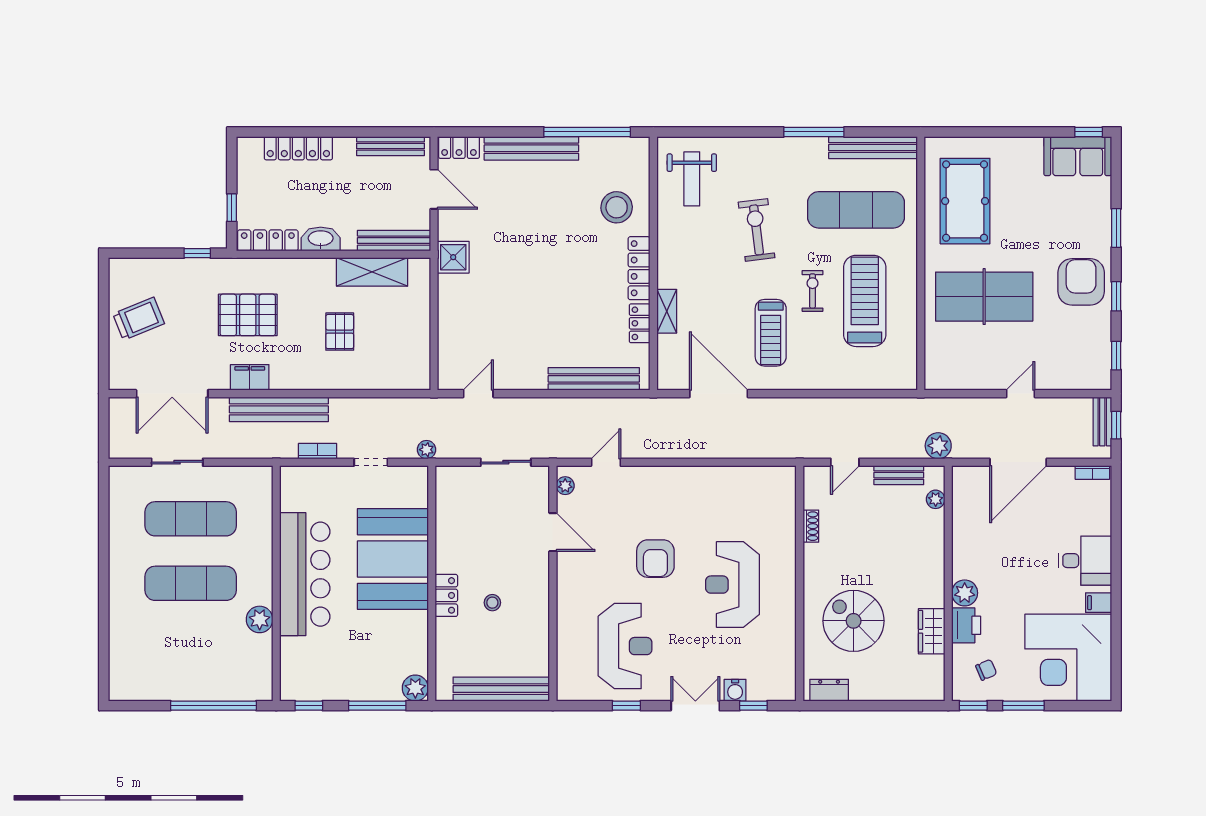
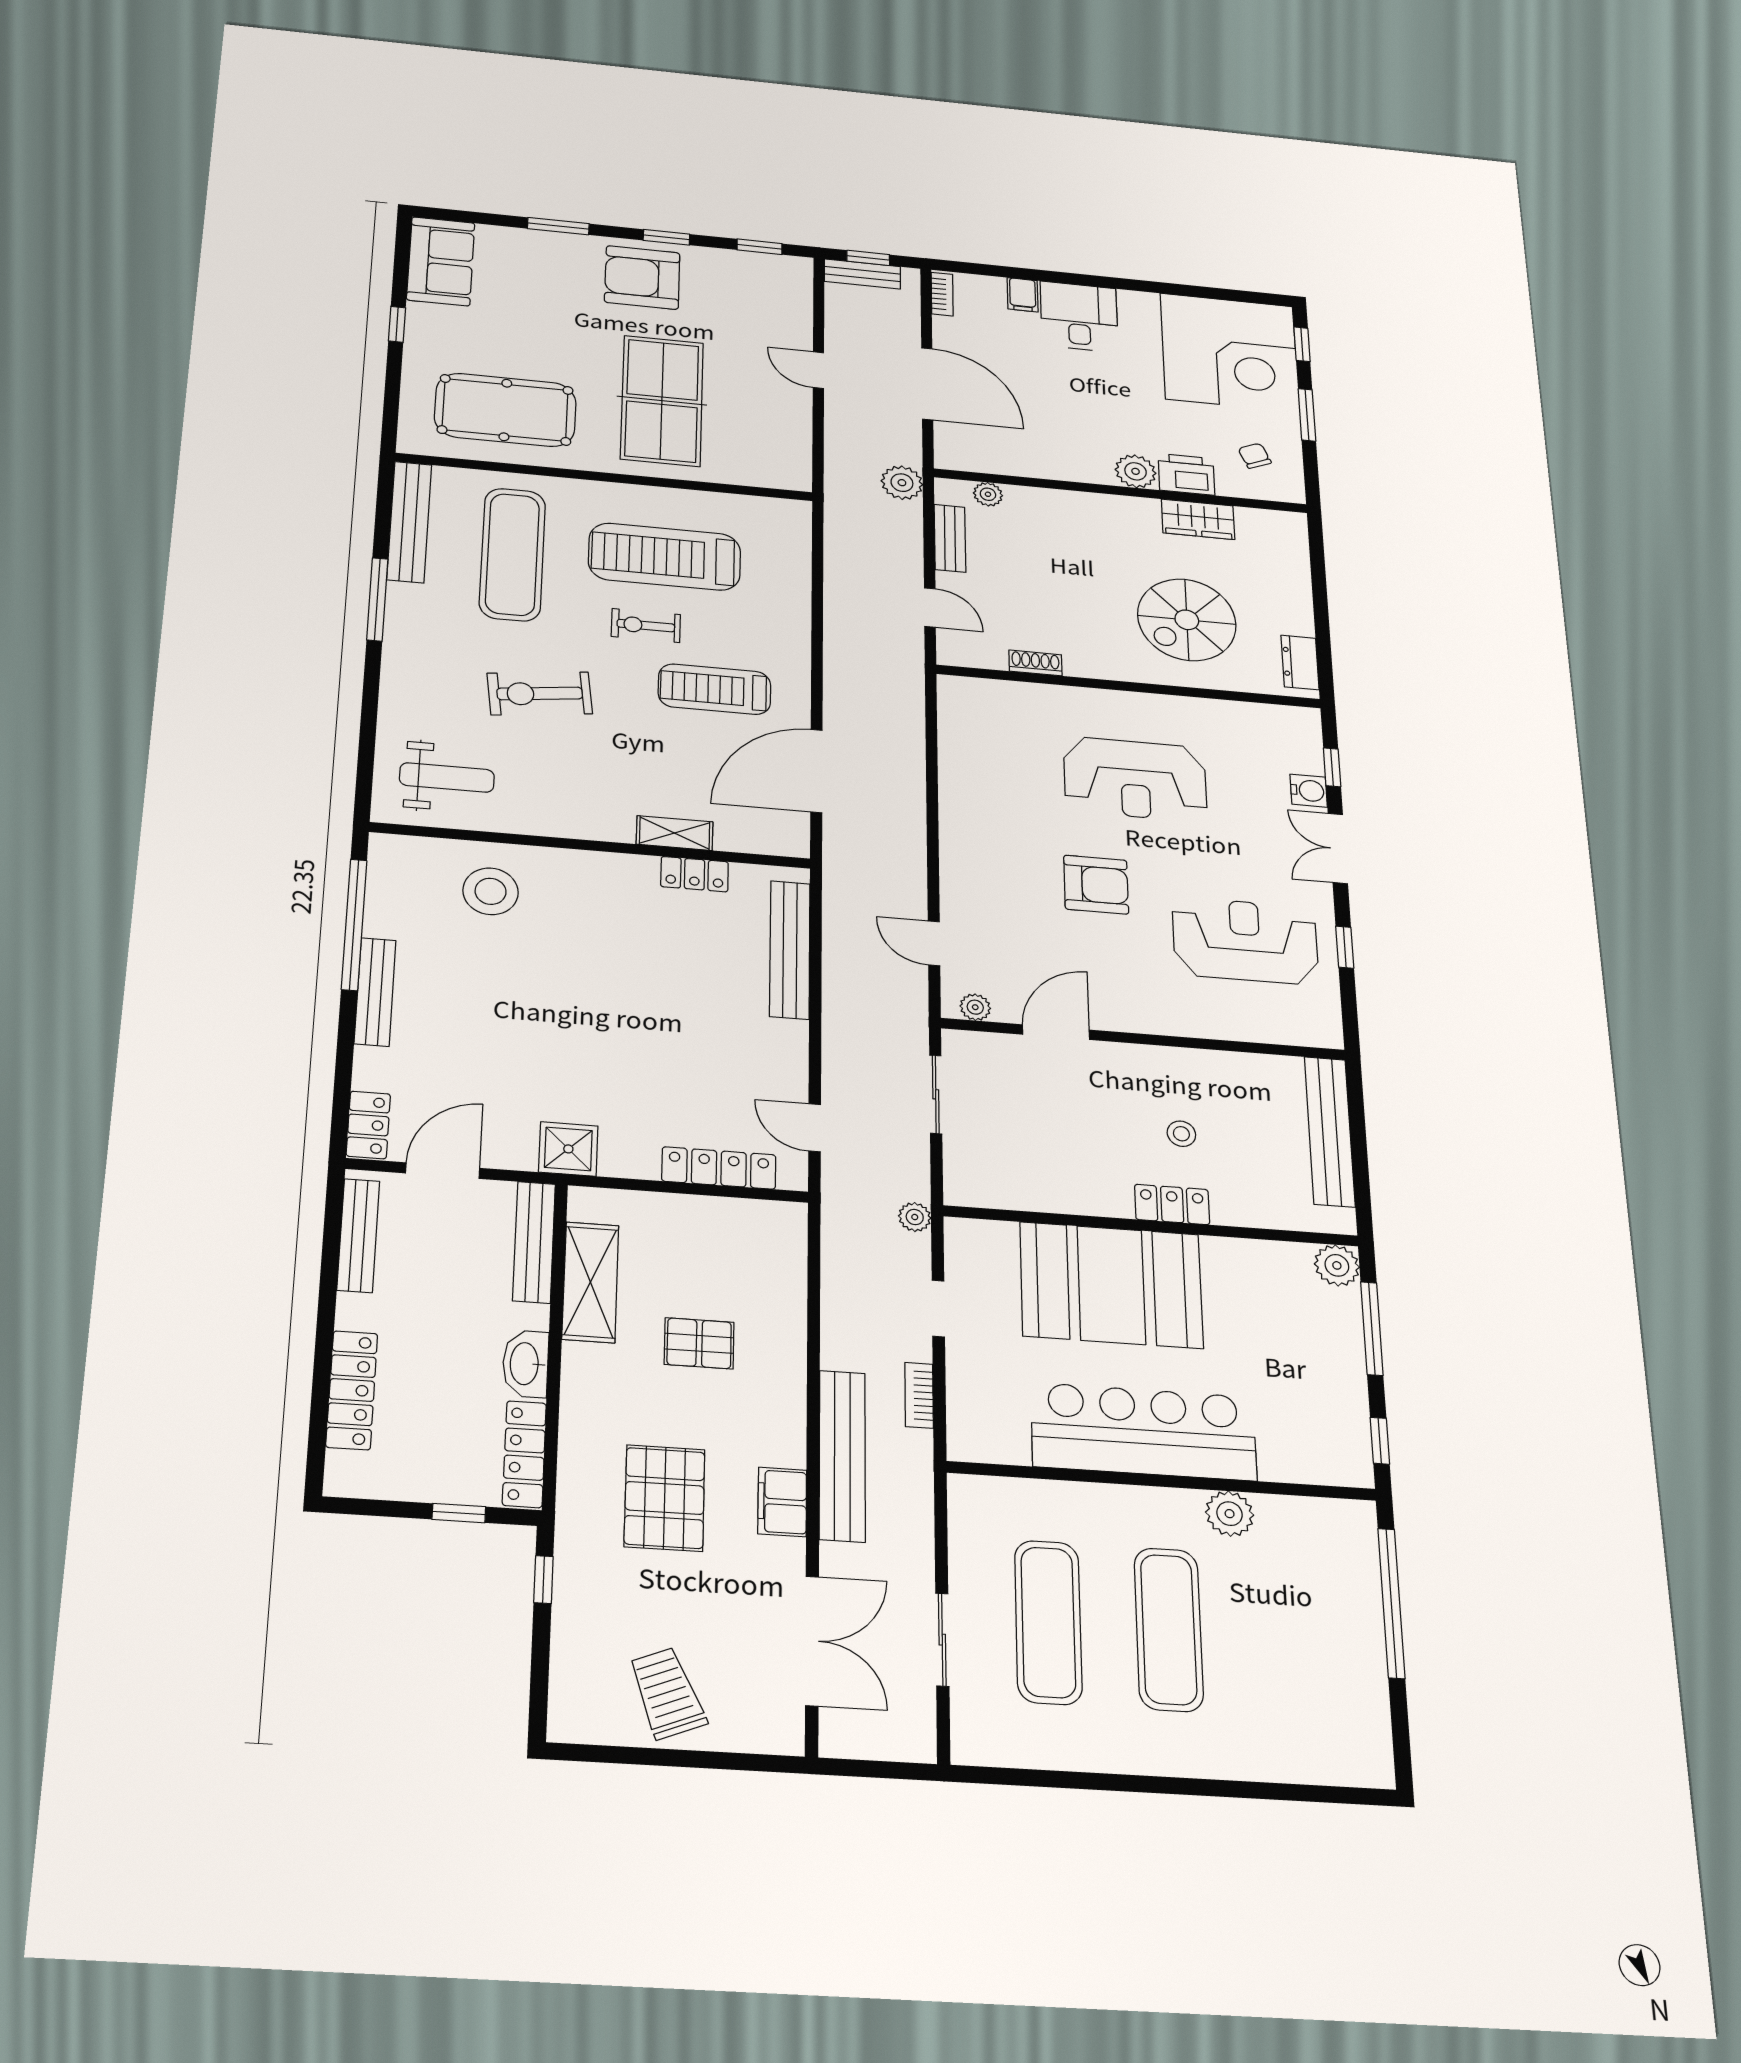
window: (1089, 132) -> (397, 324), moved
bench: (531, 148) -> (375, 992), width x0.73, depth x0.82
locker: (639, 268) -> (719, 1168), moved, turned 180
treadmill: (771, 333) -> (715, 689), turned 180
filing cabinet: (1099, 603) -> (1023, 295), moved
window: (973, 706) -> (1302, 344), moved

